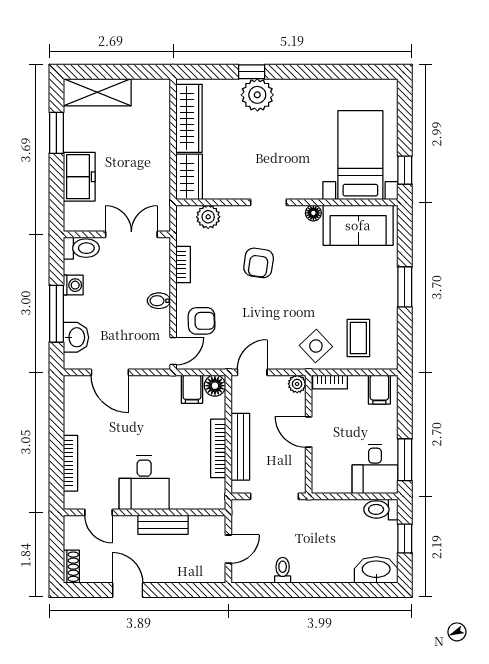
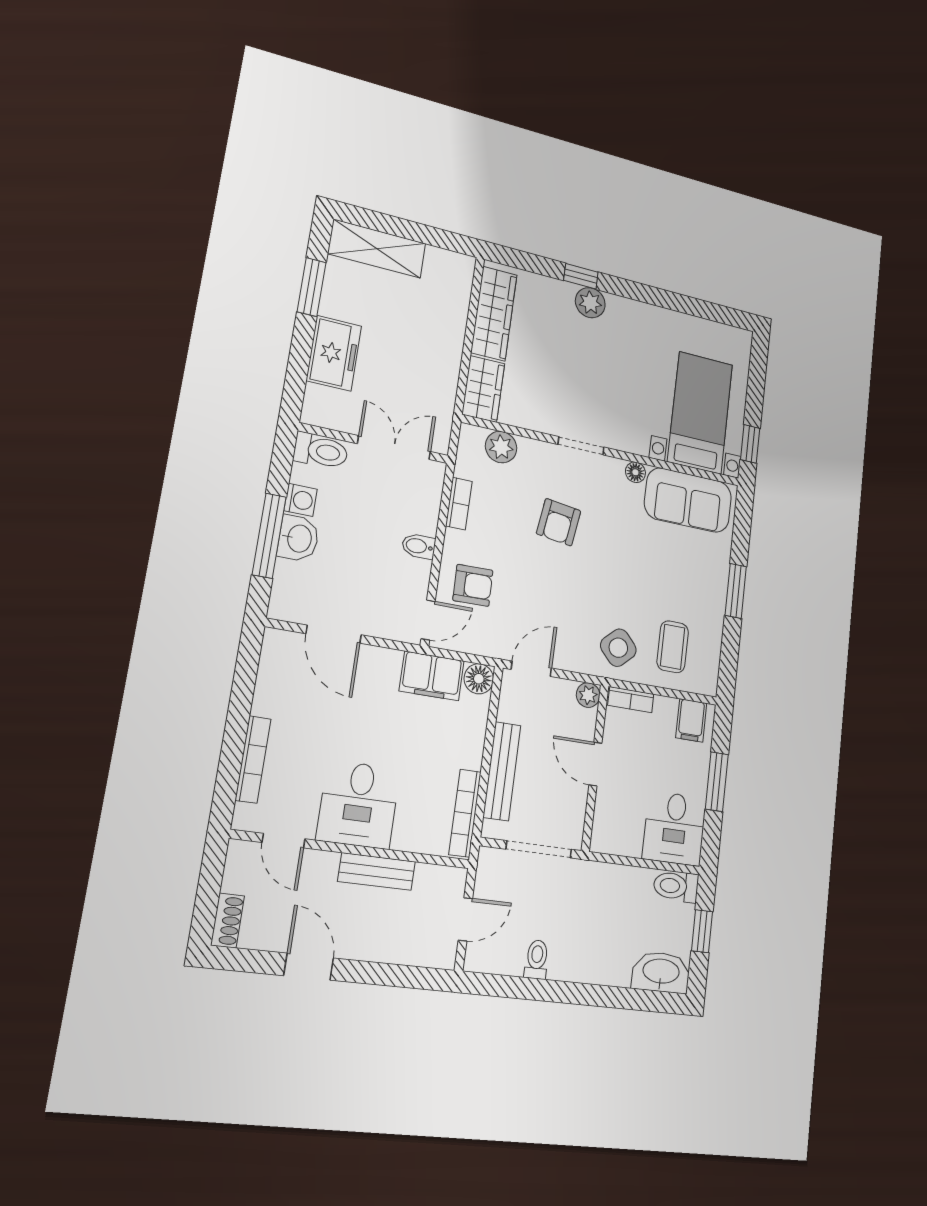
plant: (257, 95) -> (590, 303), width x0.73, depth x0.73
washbasin: (76, 337) -> (298, 538), moved
filing cabinet: (192, 389) -> (432, 676), width x2.00
bookcase: (218, 448) -> (465, 813), moved
window: (405, 460) -> (717, 782), moved

